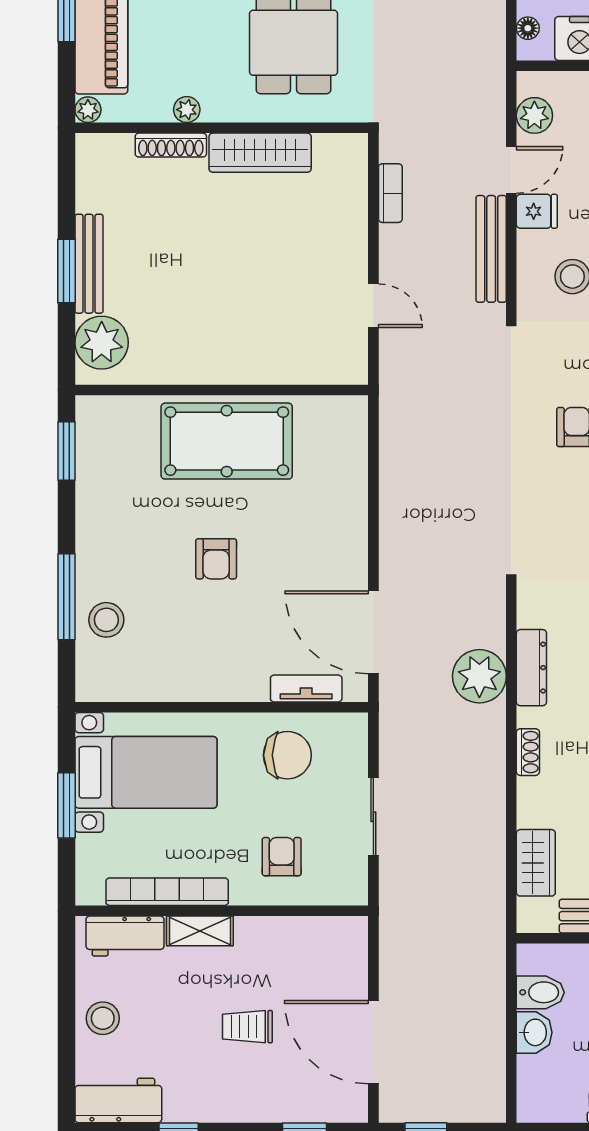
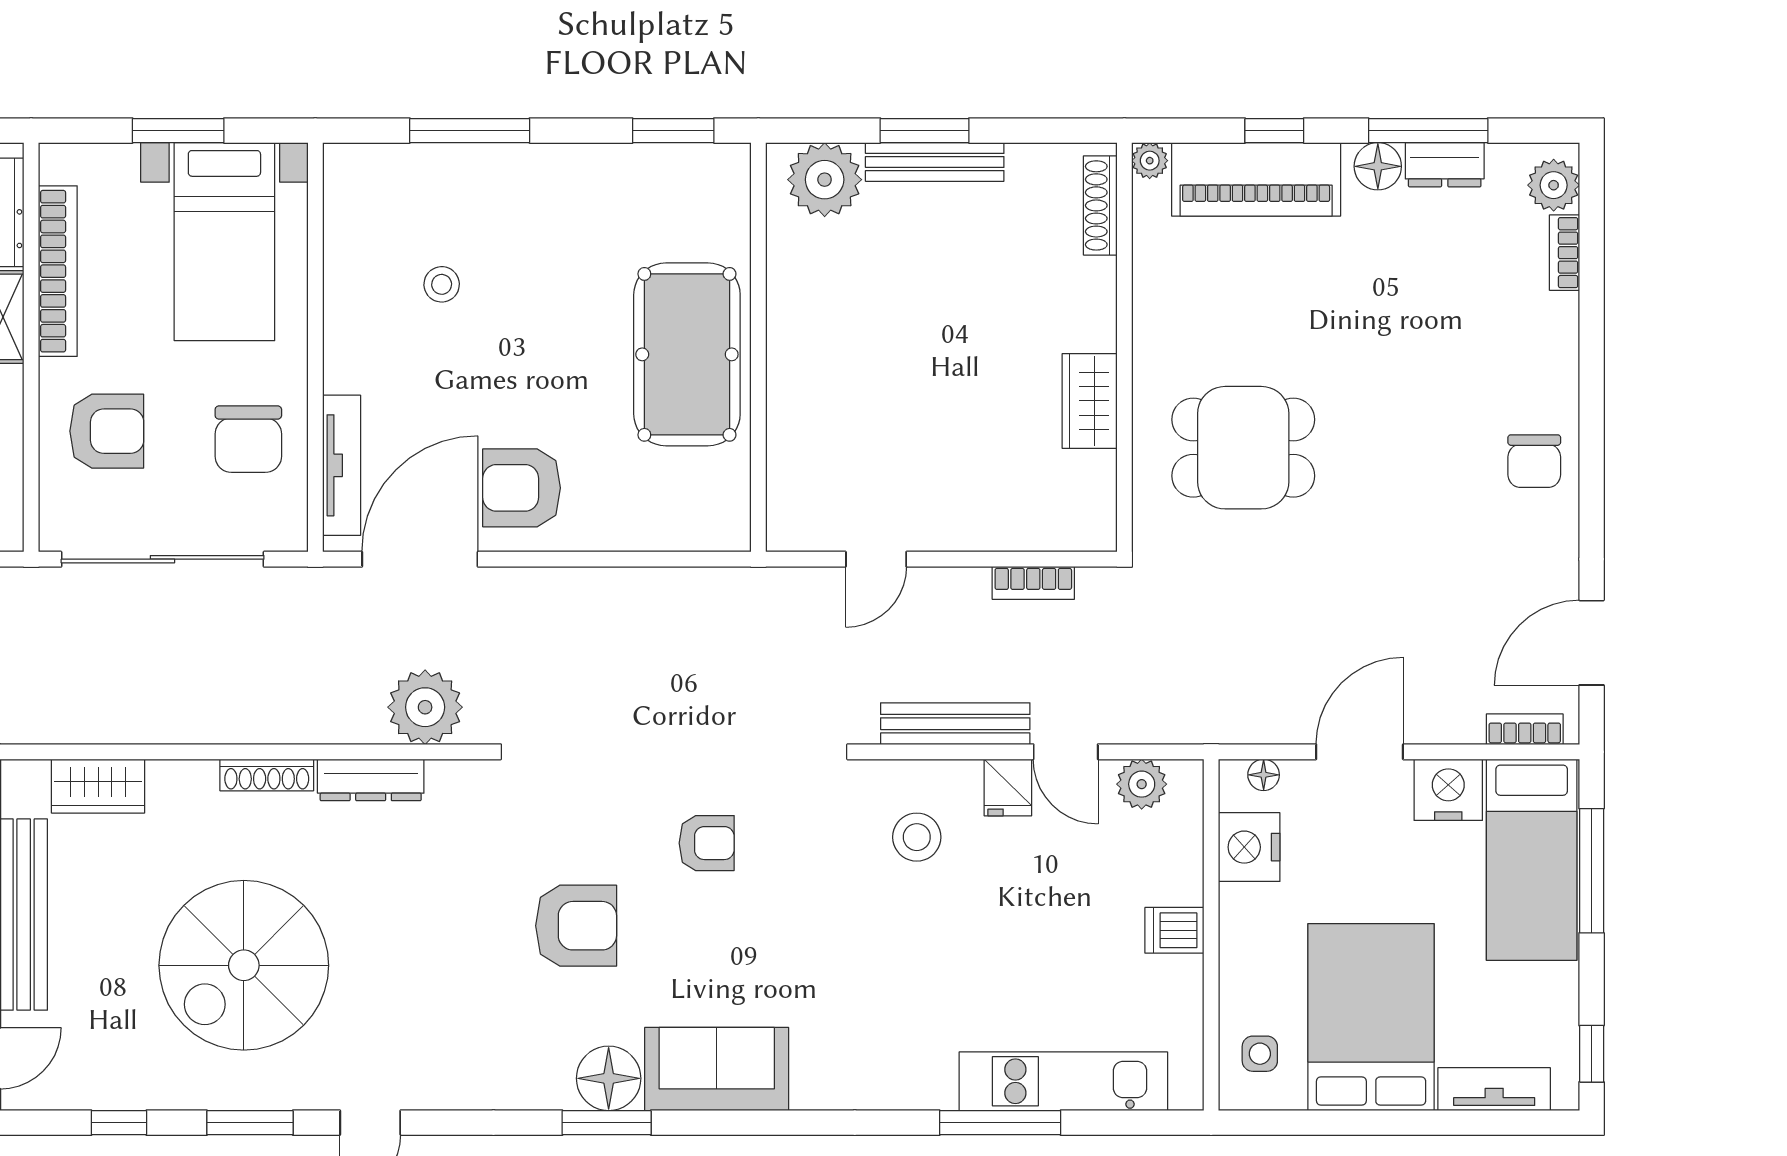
plant: (187, 110) -> (1150, 299), removed
shoe rack: (171, 145) -> (1100, 205), moved
wardrobe: (260, 153) -> (1090, 401), width x0.67
armchair: (216, 559) -> (522, 488), moved, width x1.38, depth x1.38
stool: (106, 620) -> (442, 284), moved, width x0.73, depth x0.73
plant: (479, 676) -> (425, 707), moved
tv unit: (306, 688) -> (342, 465), width x1.41
shoe rack: (528, 752) -> (267, 775), width x1.43
sliding door: (373, 817) -> (162, 559), width x1.86
armchair: (282, 857) -> (107, 431), width x1.38, depth x1.38

